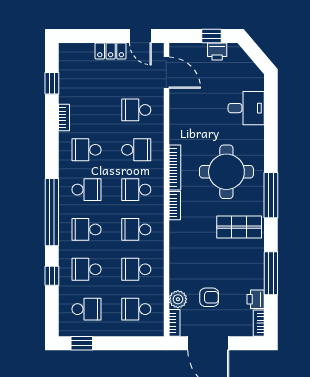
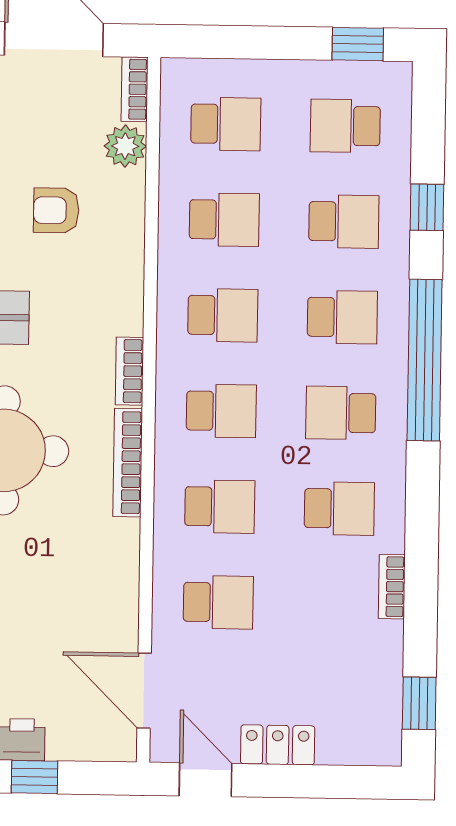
window: (52, 83) -> (419, 703), moved
school desk: (136, 150) -> (220, 507), turned 180
armchair: (209, 297) -> (56, 210), moved

